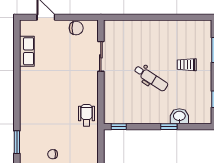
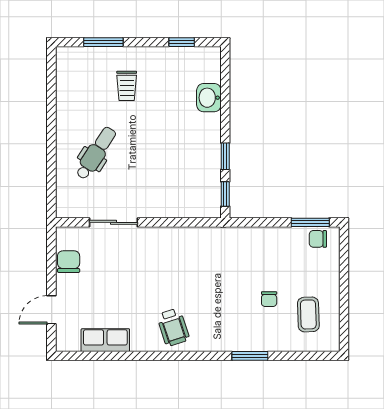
dental chair: (151, 78) -> (96, 153), moved
wheelchair: (87, 115) -> (173, 327), moved, turned -108
window: (169, 127) -> (225, 156), moved

